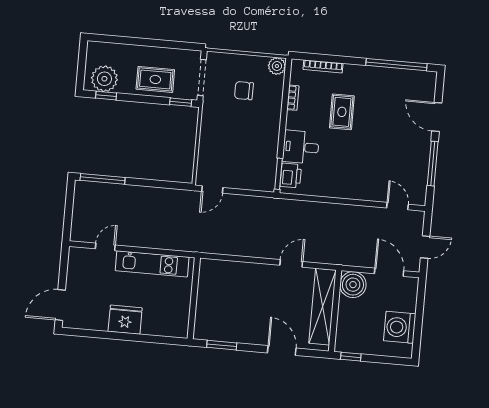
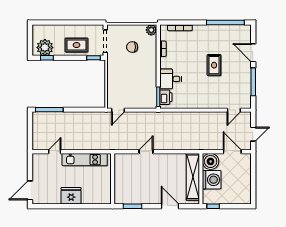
rug: (342, 112) -> (214, 65), moved
door: (397, 206) -> (234, 110), swing flipped
door: (291, 263) -> (146, 152), moved
washing machine: (400, 327) -> (212, 180), moved, turned 180

